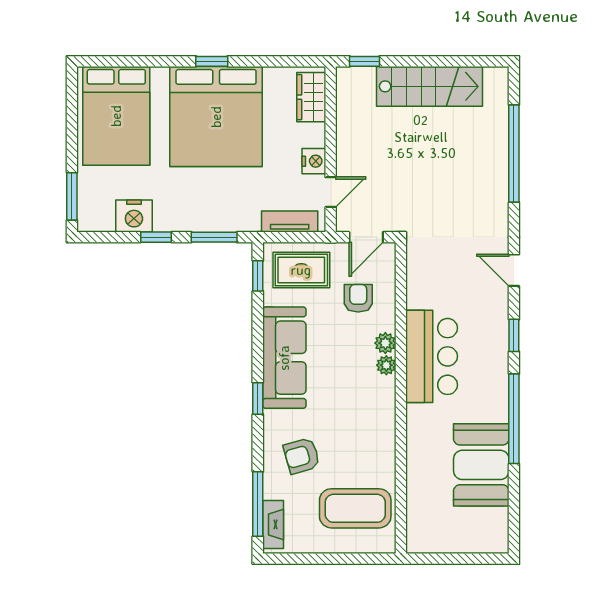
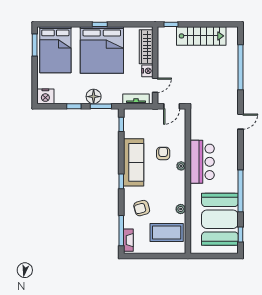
wardrobe: (311, 97) -> (146, 47), width x1.50
window: (72, 196) -> (35, 45), moved
nightstand: (134, 216) -> (45, 96), moved
floor lamp: (198, 216) -> (94, 97), added
rug: (301, 270) -> (142, 122), removed
door: (514, 270) -> (241, 122), swing flipped
armchair: (358, 298) -> (163, 153), moved
window: (514, 335) -> (241, 234), moved
plant: (385, 343) -> (181, 209), moved
booth: (481, 465) -> (220, 219), width x1.36, depth x1.42

